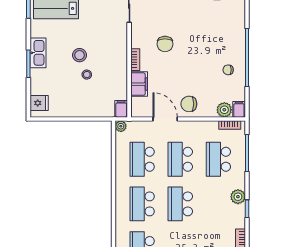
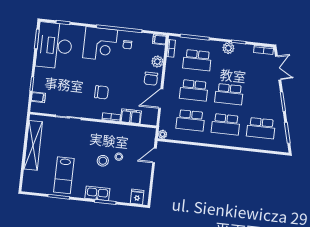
corner desk: (225, 36) -> (100, 44), added
filing cabinet: (121, 109) -> (149, 133), removed
plant: (224, 110) -> (157, 62), moved
door: (93, 119) -> (154, 156), added

